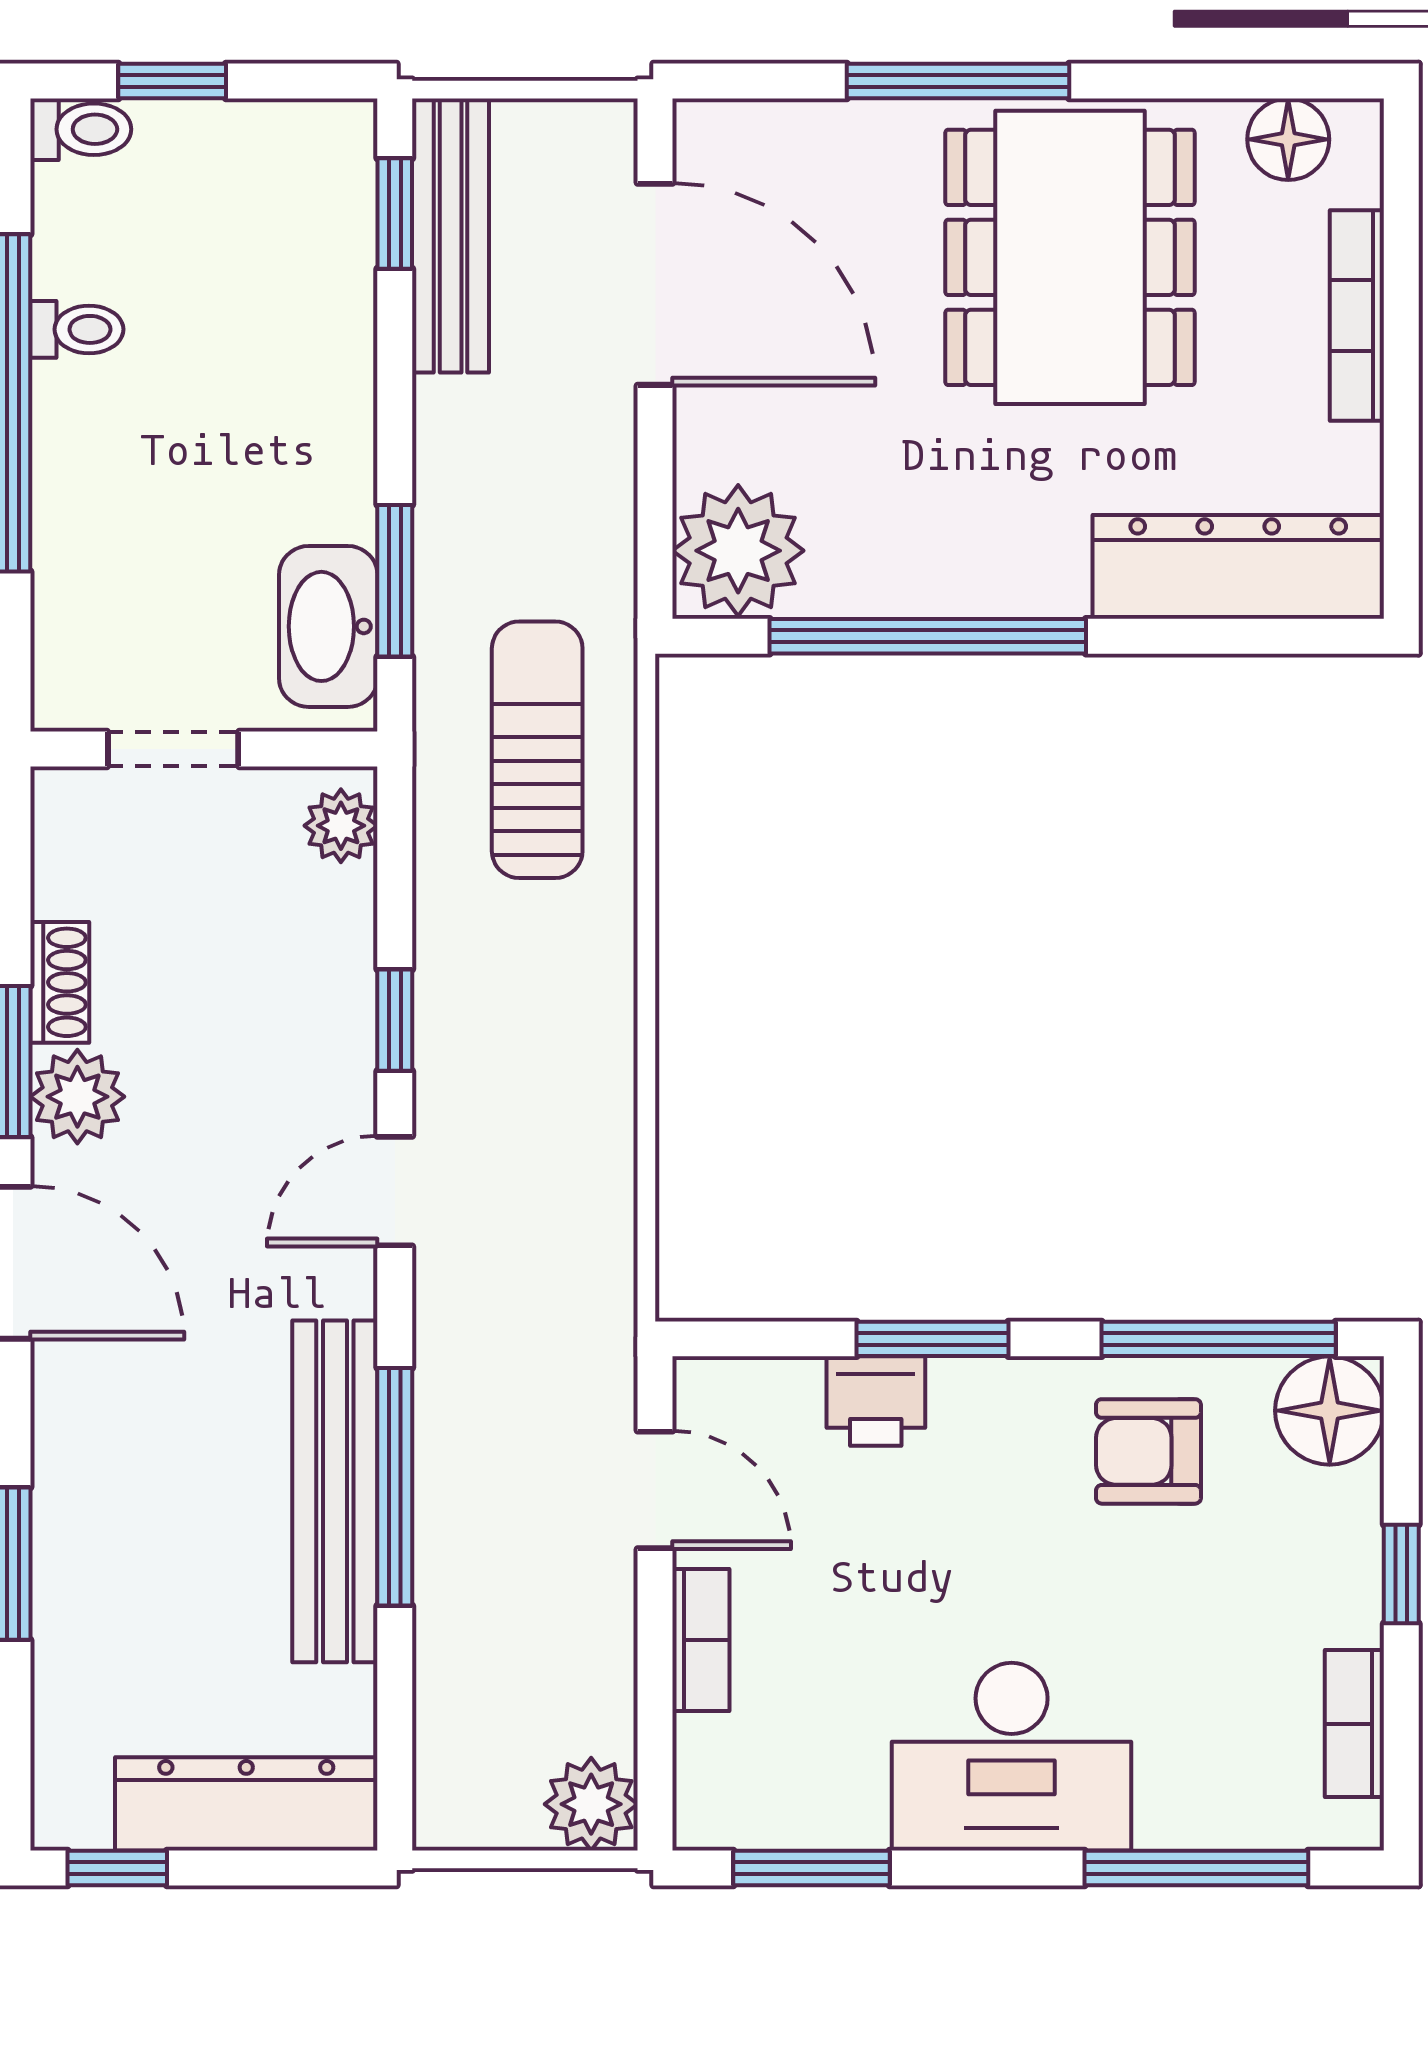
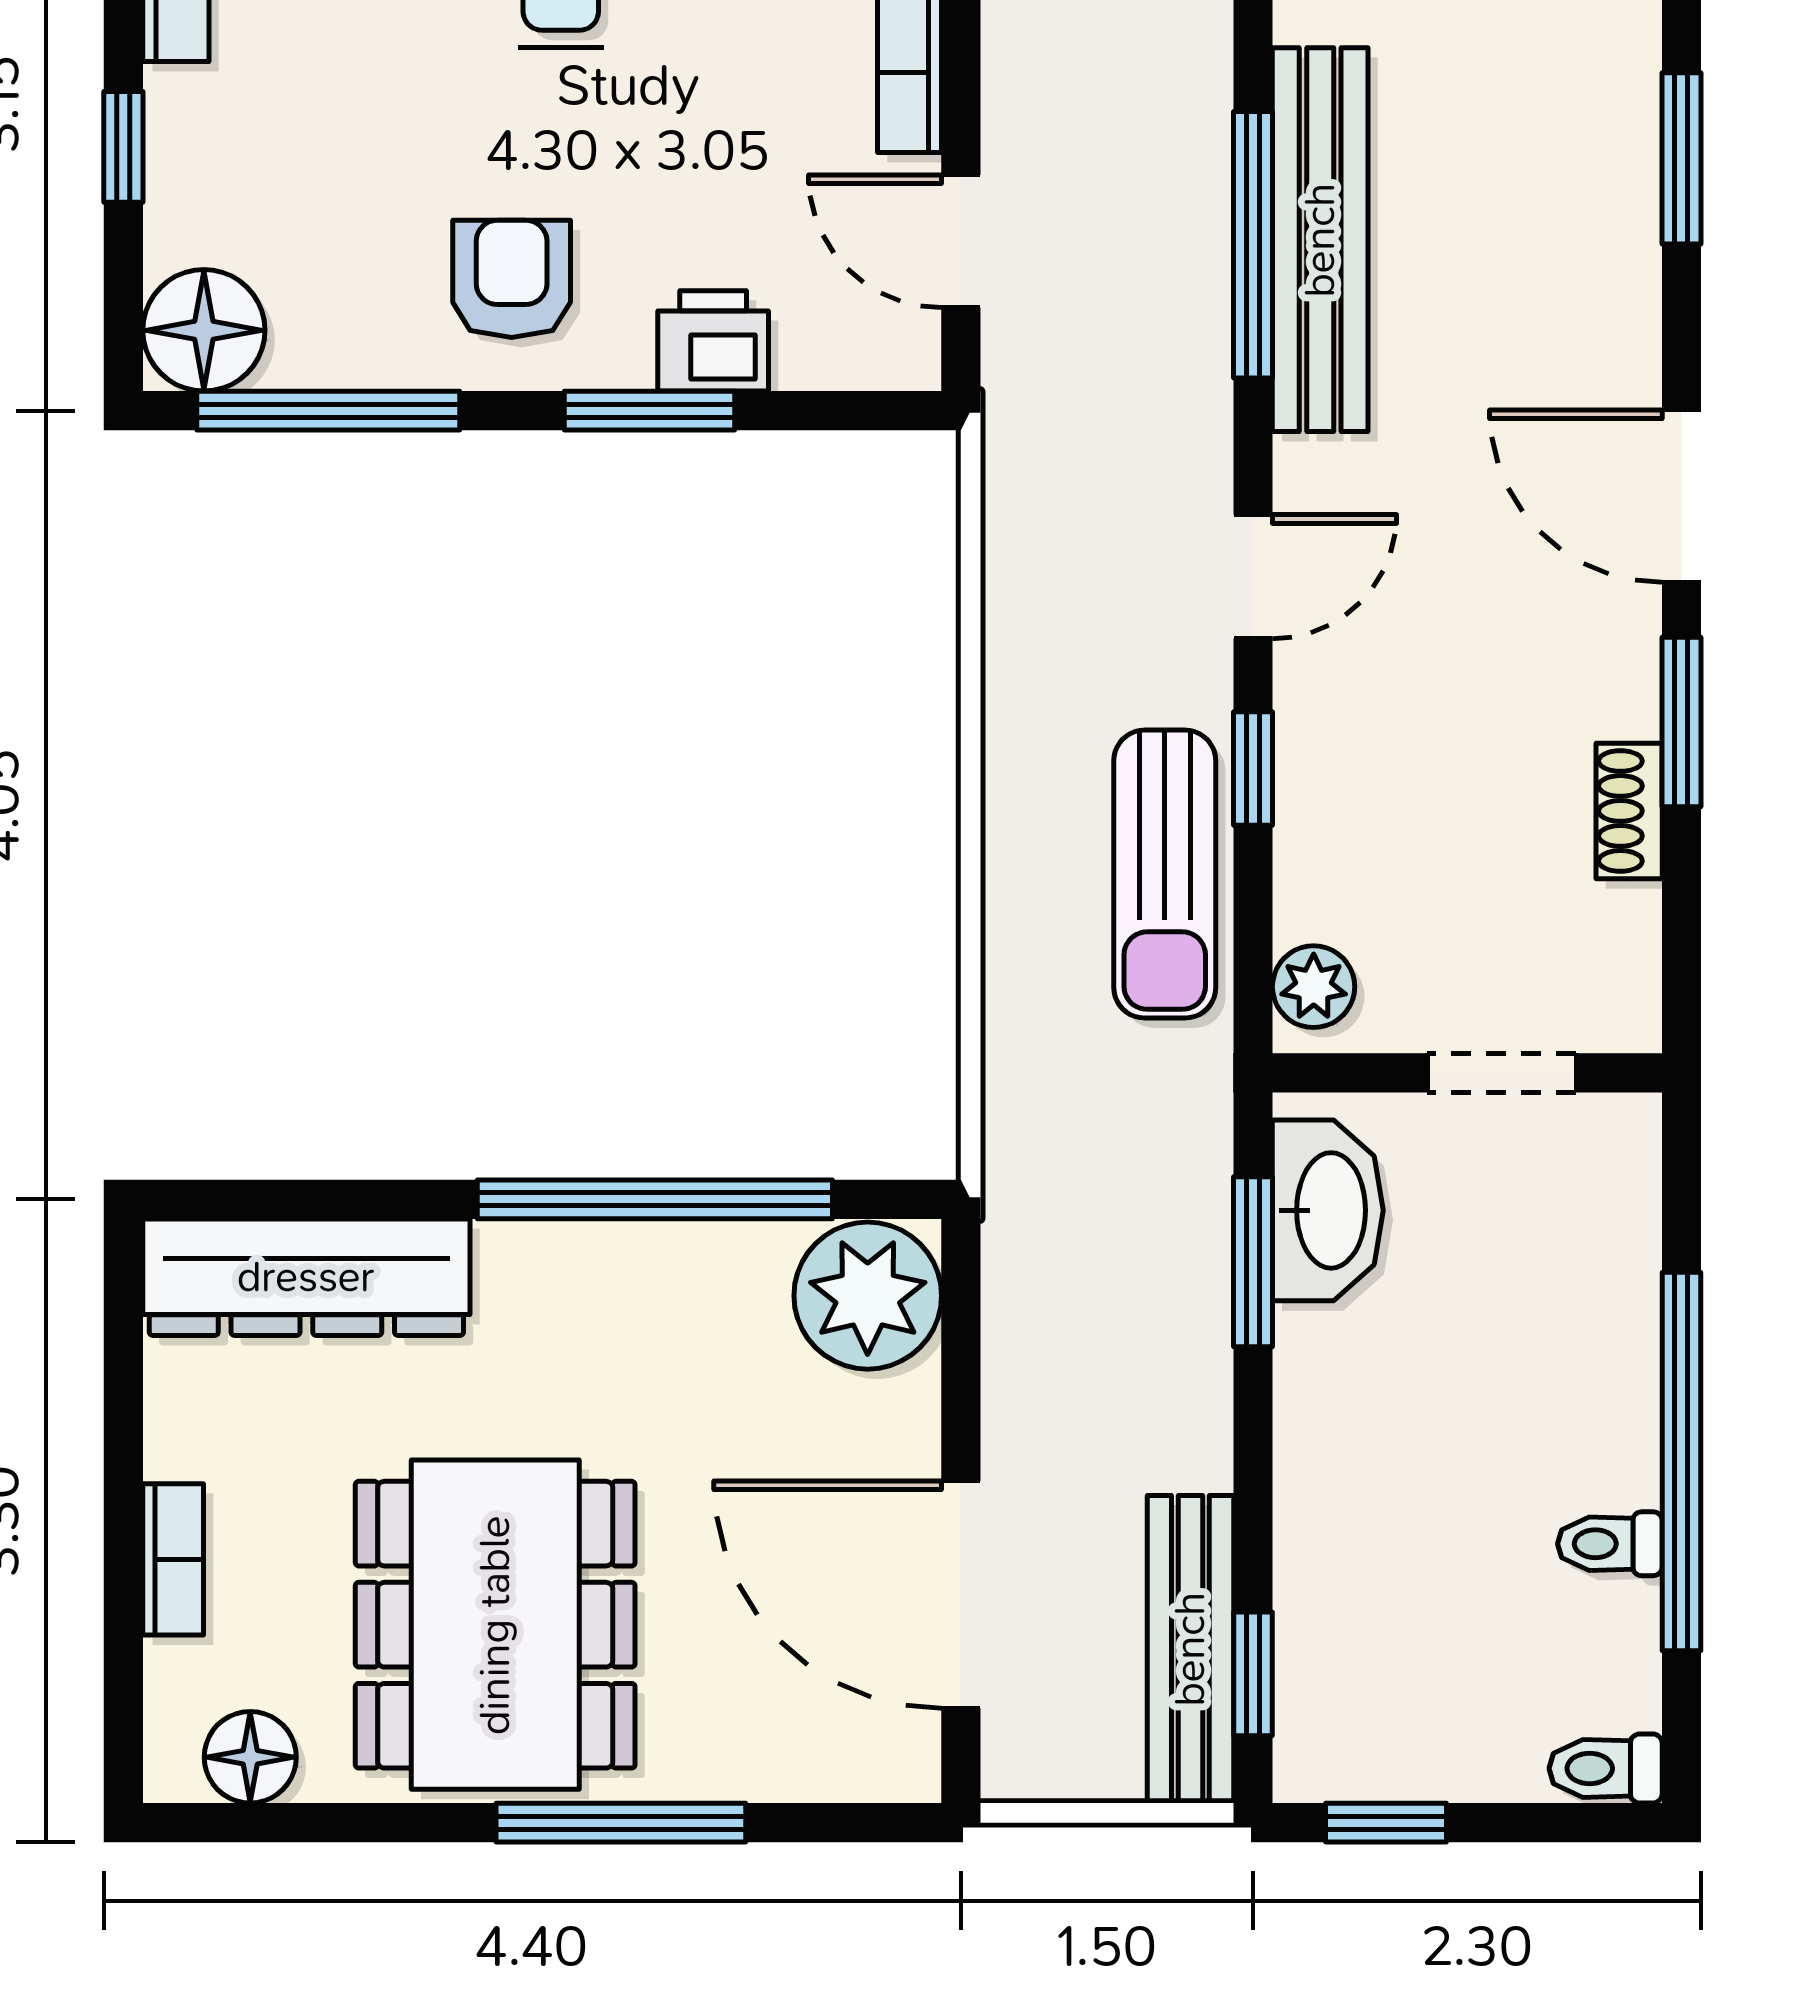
window: (172, 81) -> (1386, 1823), moved
bookcase: (1357, 316) -> (173, 1559), width x0.64
sun lounger: (537, 750) -> (1165, 874), moved
plant: (77, 1097) -> (1609, 683), removed
armchair: (1148, 1451) -> (512, 279), moved, turned -90

